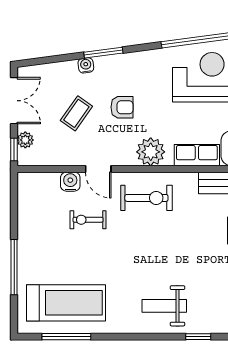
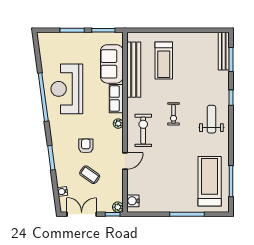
water cooler: (86, 65) -> (62, 191), moved
plant: (25, 140) -> (118, 207), moved
plant: (151, 152) -> (118, 124), width x0.53, depth x0.53
water cooler: (70, 182) -> (133, 201), moved
exercise bike: (88, 220) -> (173, 114), moved
weight bench: (164, 306) -> (211, 119), turned 180

